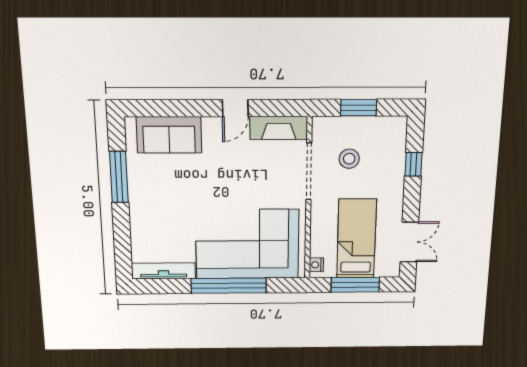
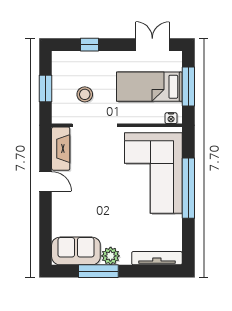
sofa: (169, 135) -> (76, 251), moved, turned -90
plant: (140, 192) -> (111, 256), added
tv unit: (163, 271) -> (157, 258), moved, turned 90

